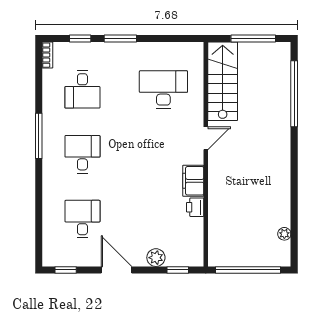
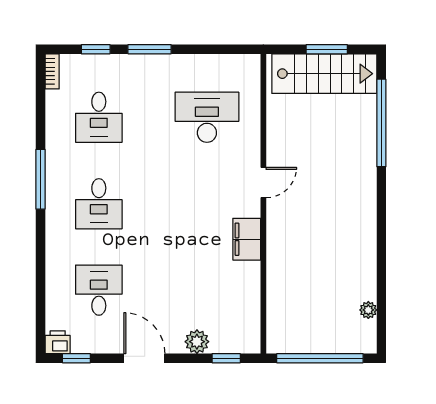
window: (253, 38) -> (327, 49), width x0.69
stairs: (223, 81) -> (324, 74), moved, turned 90
desk: (82, 154) -> (99, 204), turned 180
printer: (195, 207) -> (58, 342), moved, turned 90

